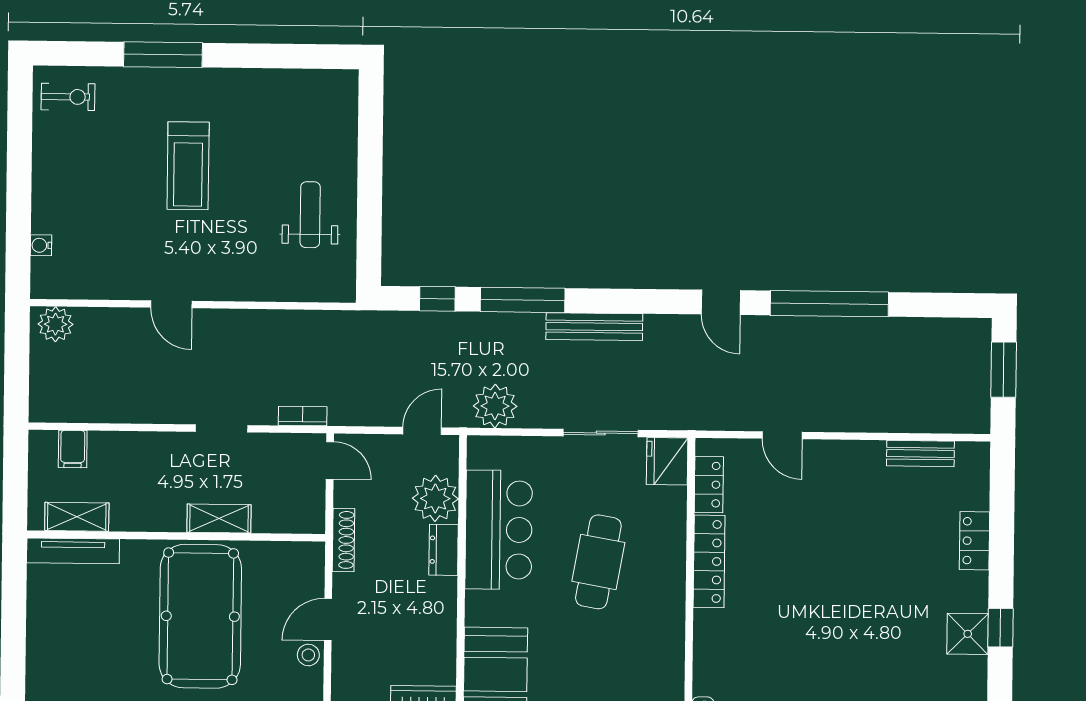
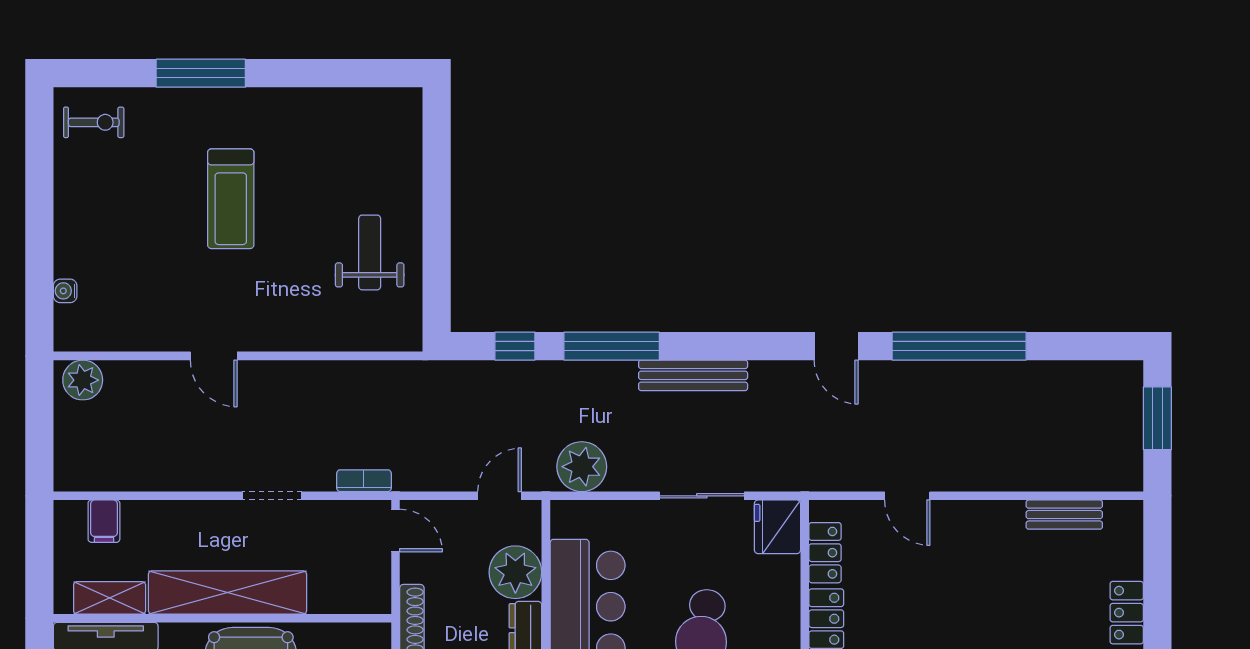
shelving: (219, 518) -> (227, 592), width x2.20, depth x1.33

